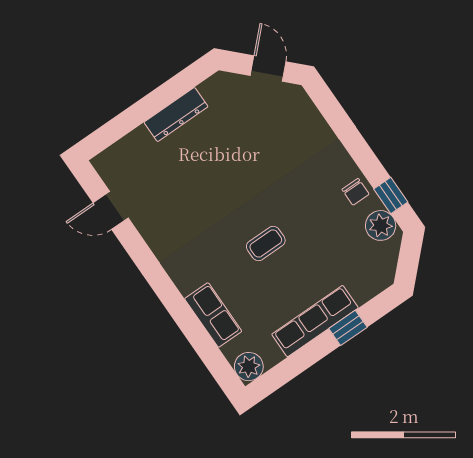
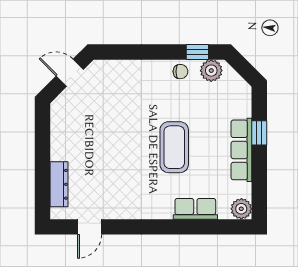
dresser: (176, 114) -> (59, 184), moved
coffee table: (266, 243) -> (174, 147), width x1.86, depth x1.72

